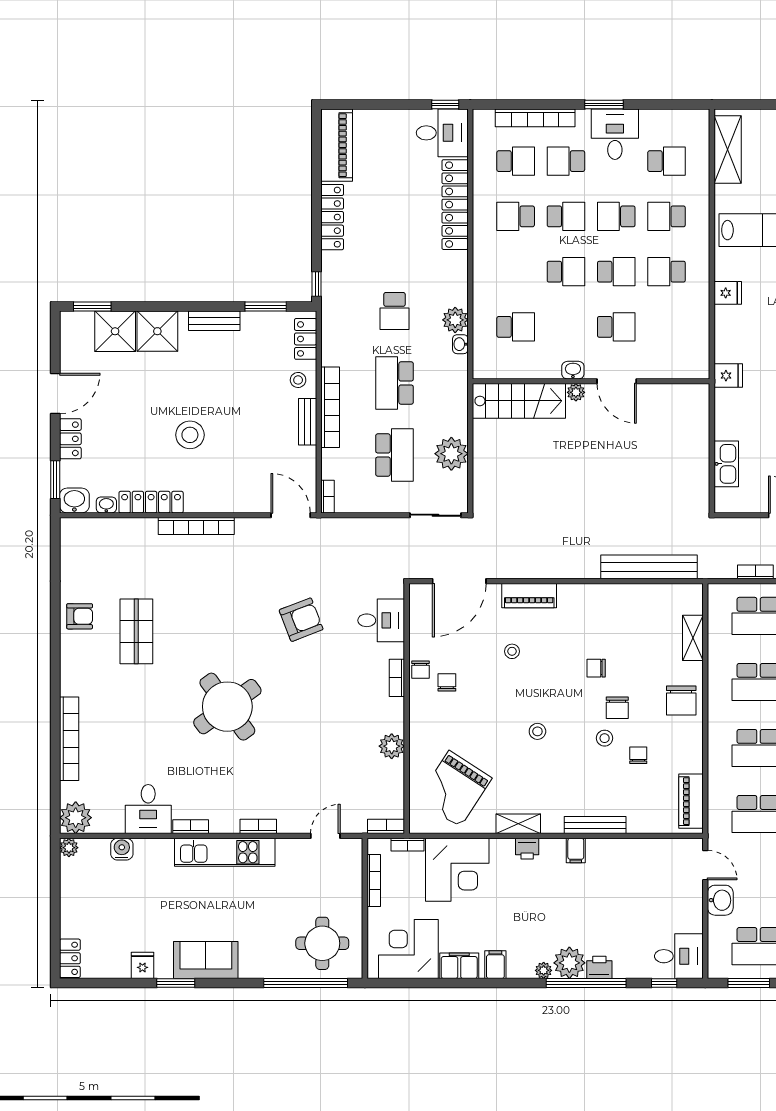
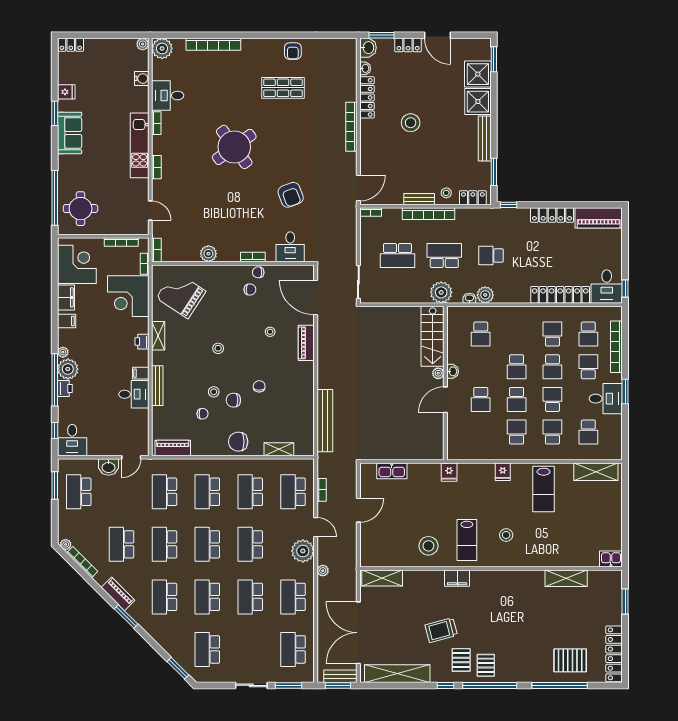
bench: (214, 321) -> (485, 138), width x1.36
plant: (451, 454) -> (441, 292), moved
desk: (608, 861) -> (134, 394), added

